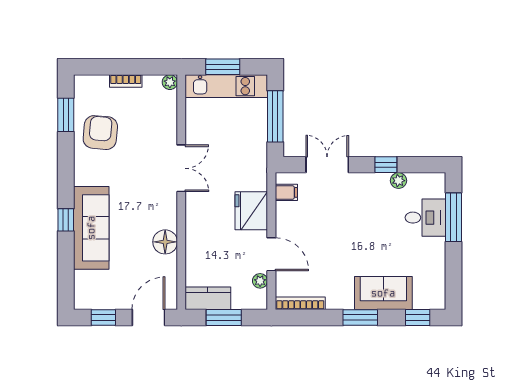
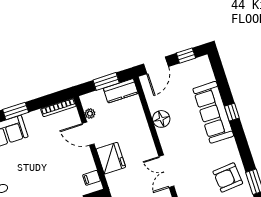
armchair: (100, 133) -> (228, 177), turned 80

